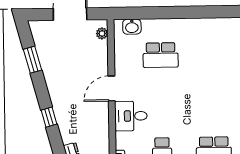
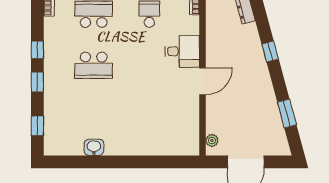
washbasin: (132, 27) -> (94, 147), moved
school desk: (161, 55) -> (94, 65), moved, turned 180

